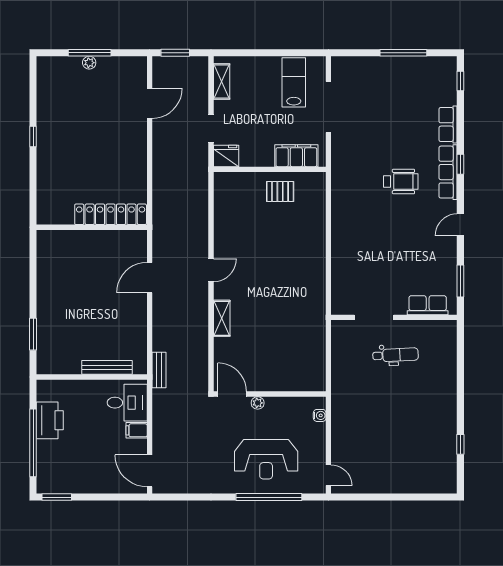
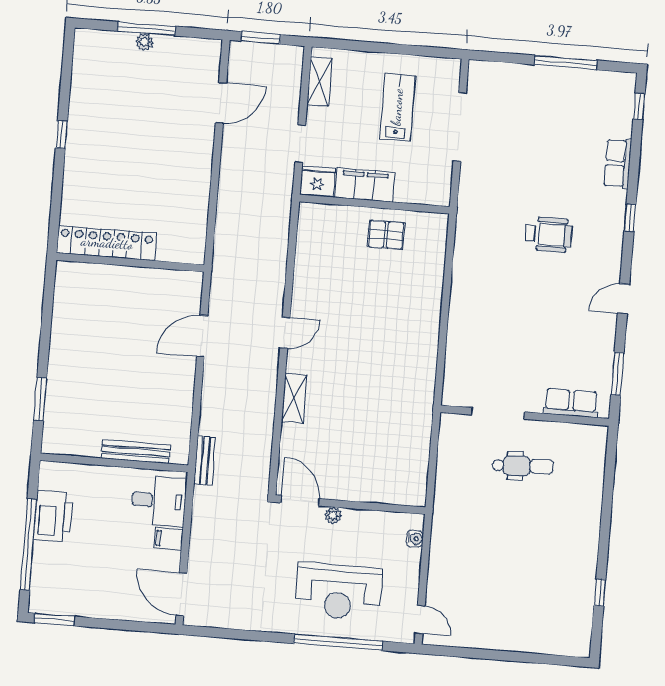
lab bench: (294, 82) -> (397, 107), moved
filing cabinet: (296, 156) -> (365, 185), moved
row of seats: (448, 172) -> (613, 227), removed
locker: (111, 214) -> (107, 243), moved

